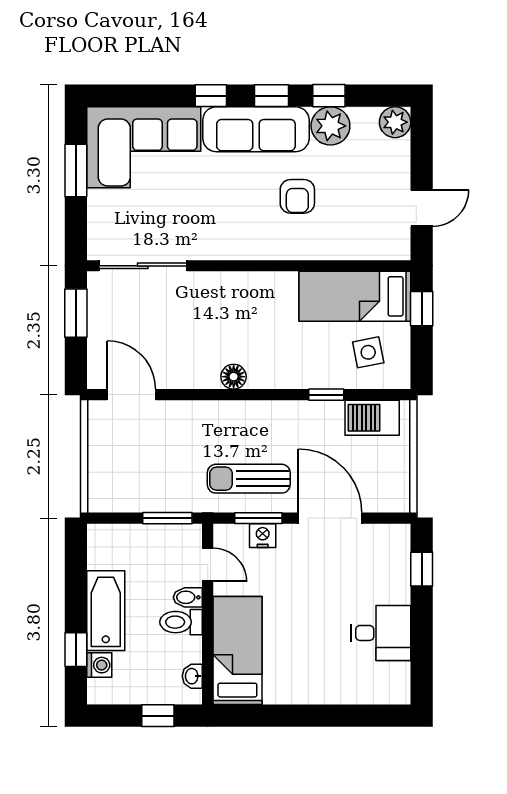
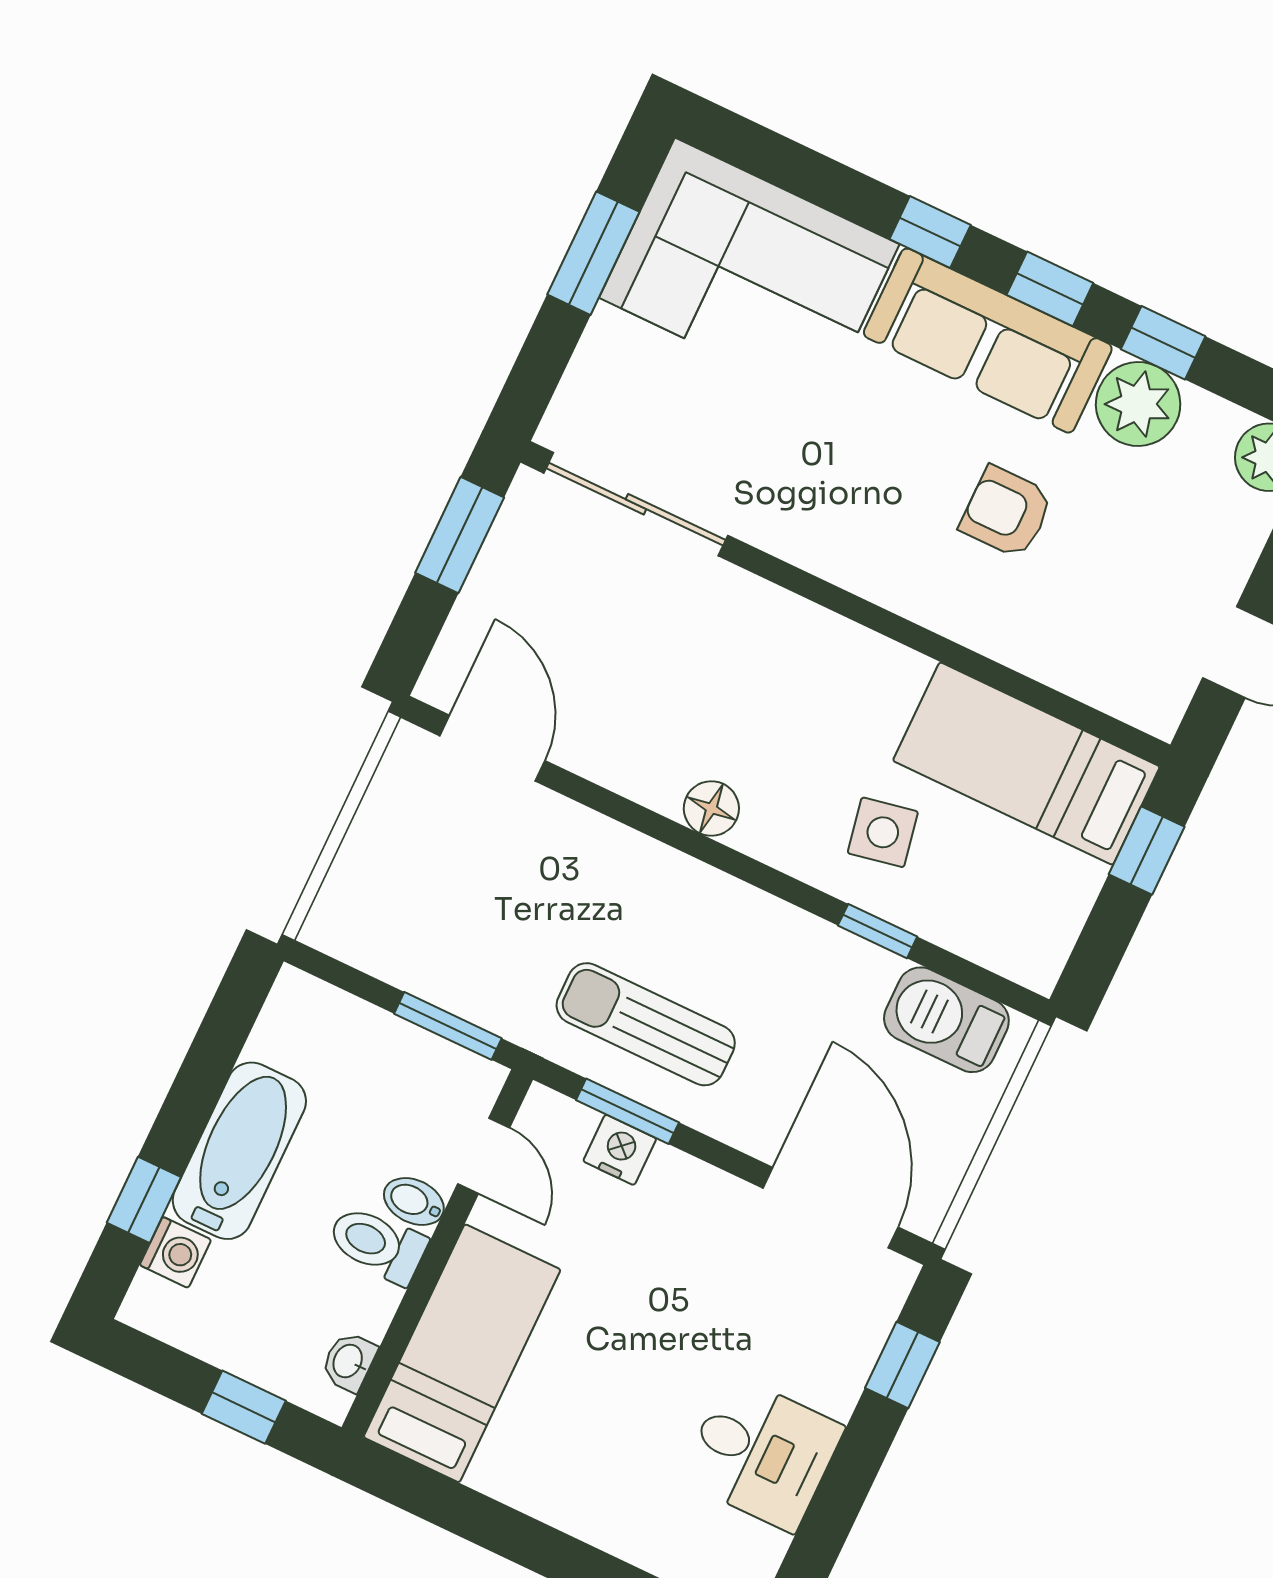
armchair: (297, 196) -> (1006, 512), turned 90
side table: (368, 352) -> (883, 832), moved
door: (330, 518) -> (831, 1208), moved

